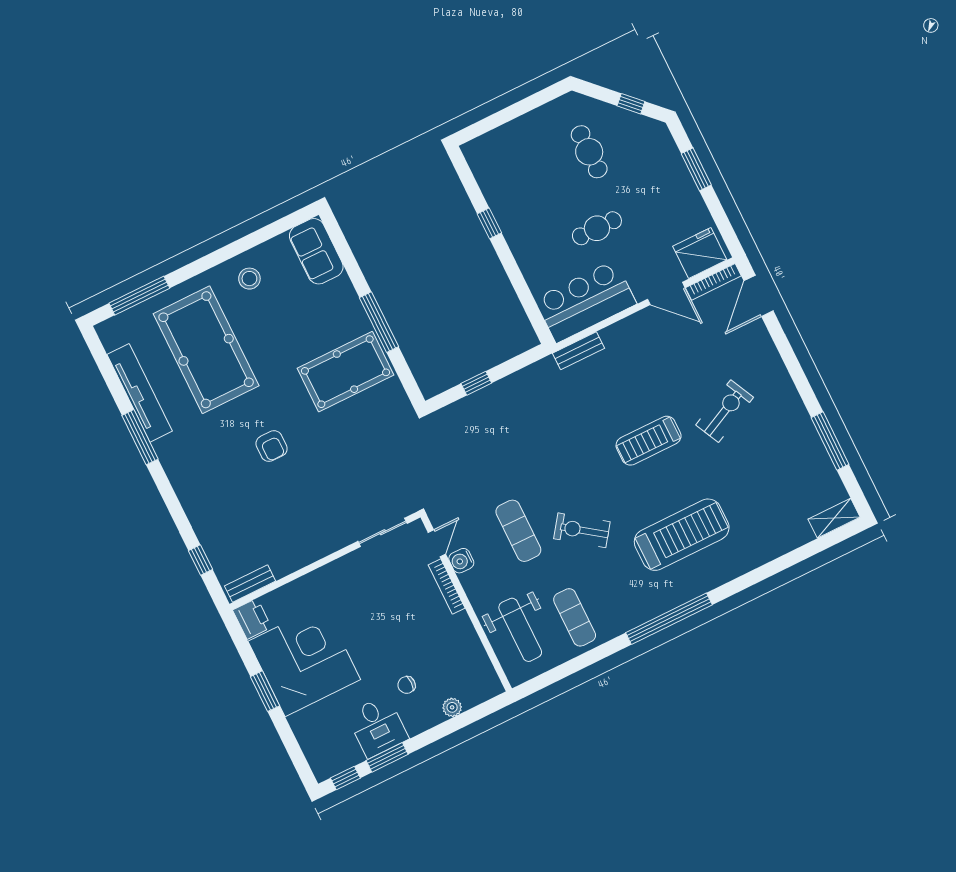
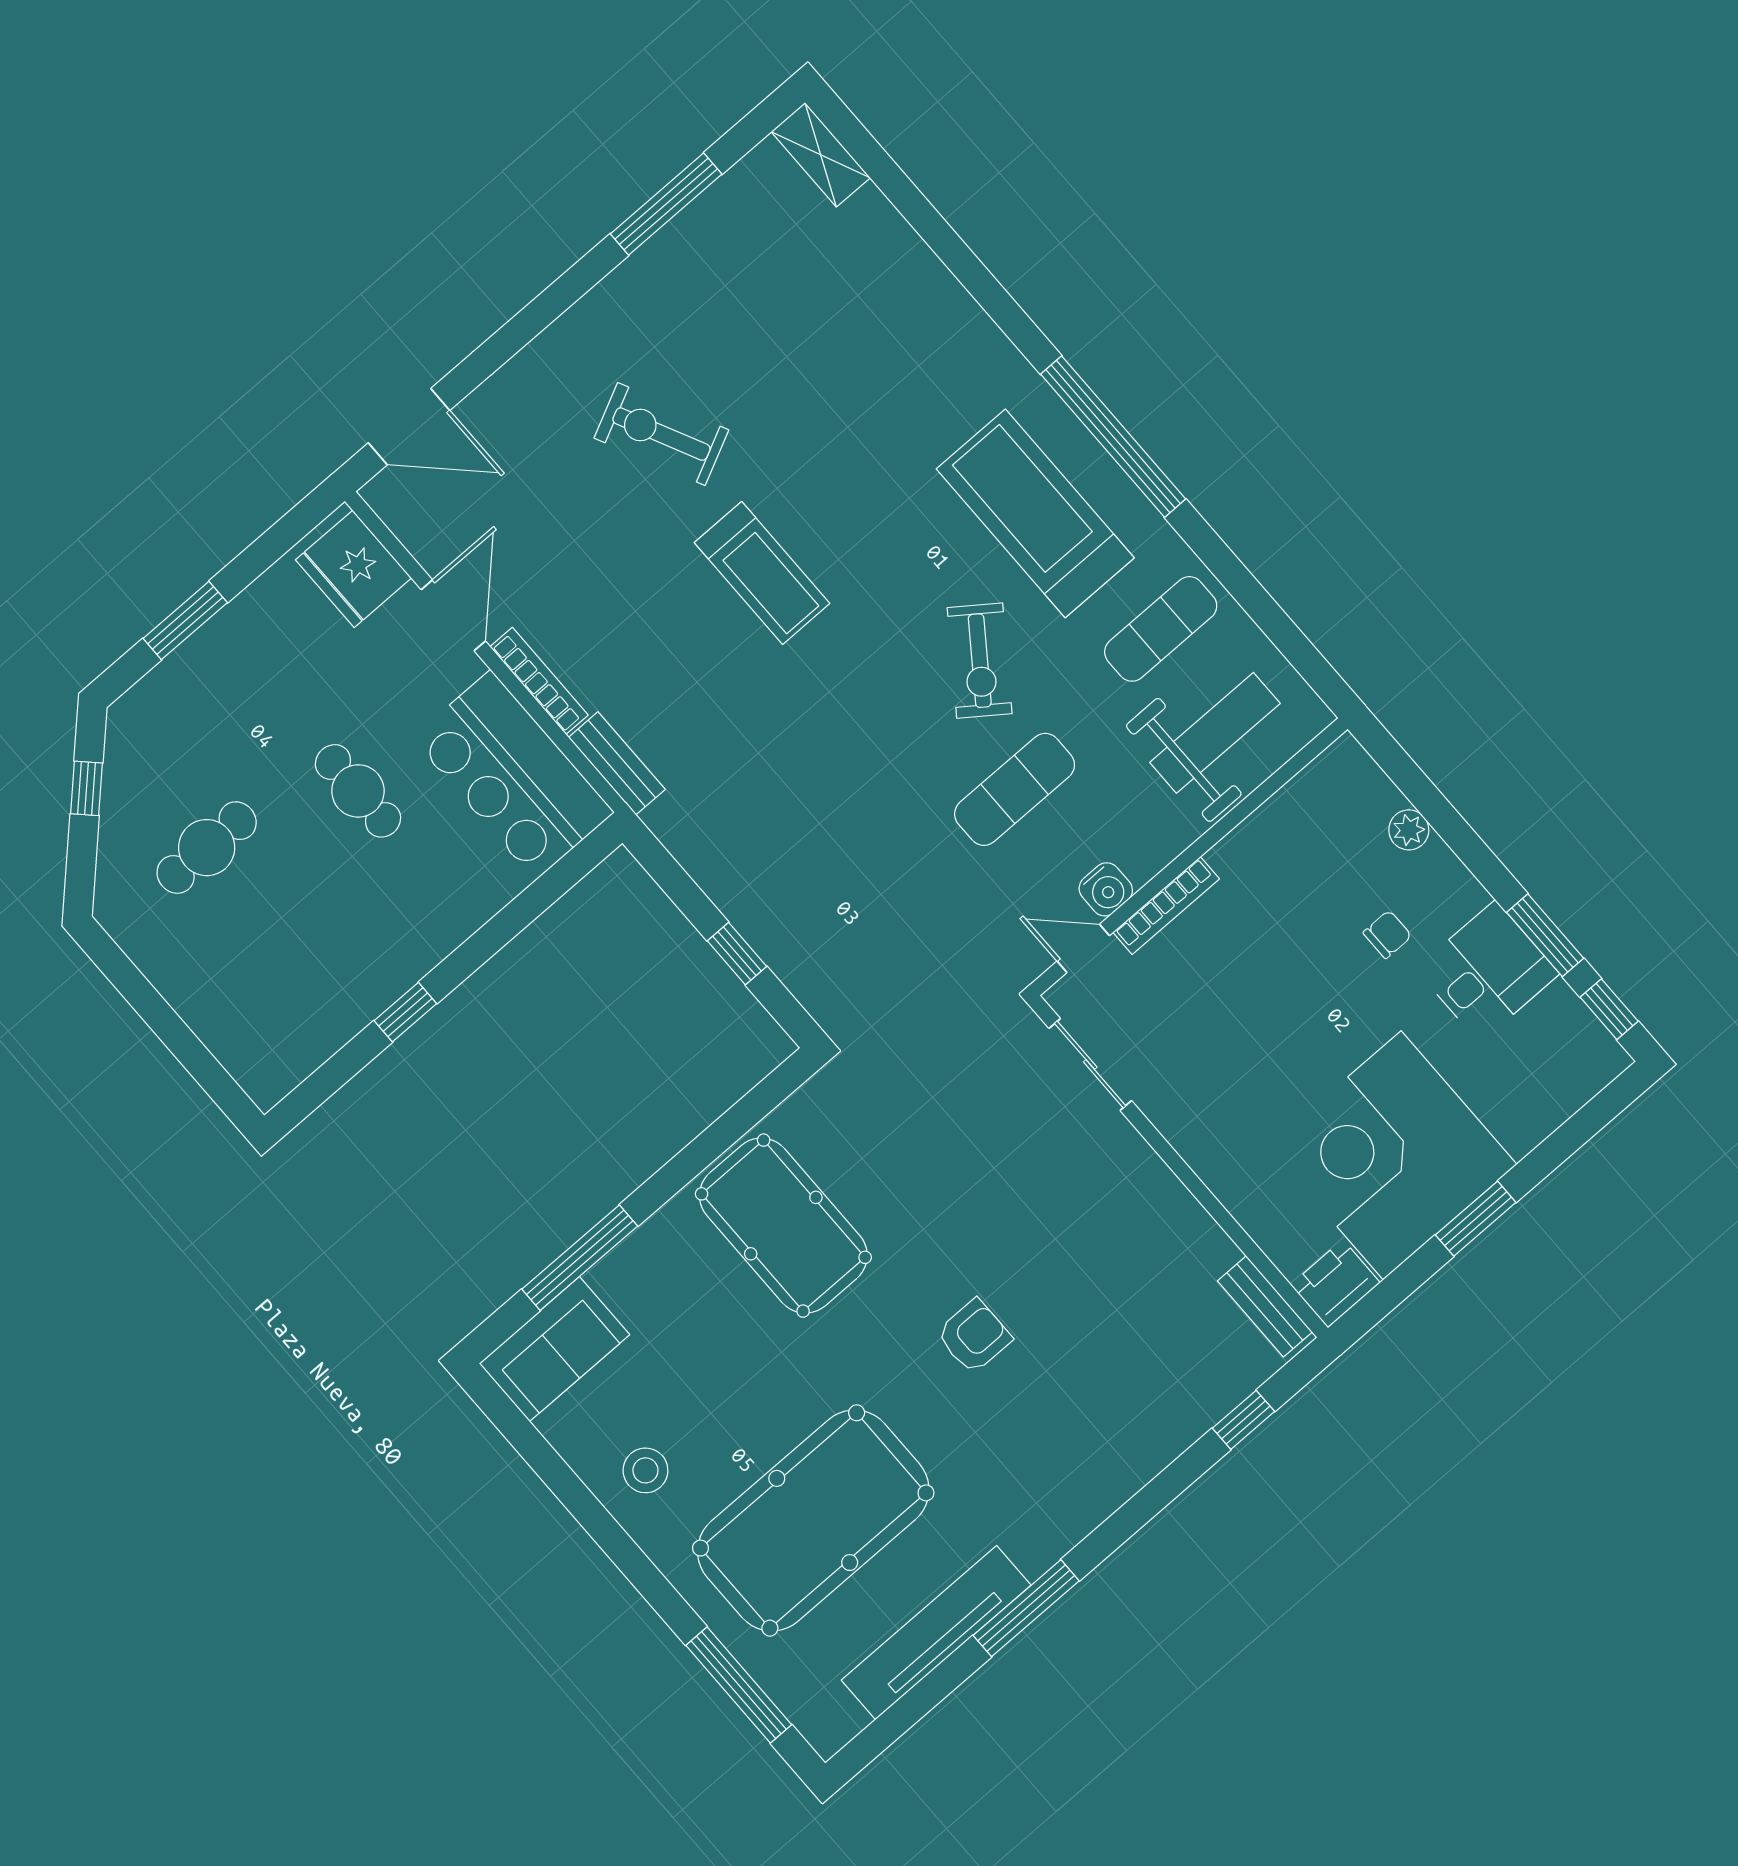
bookcase: (713, 282) -> (539, 681), moved
window: (379, 322) -> (580, 1258), moved
treadmill: (682, 535) -> (1035, 513), moved
chair: (407, 685) -> (1387, 934), turned -90

